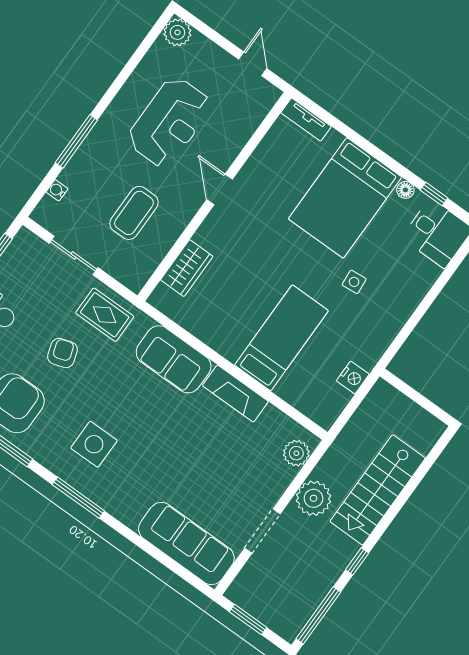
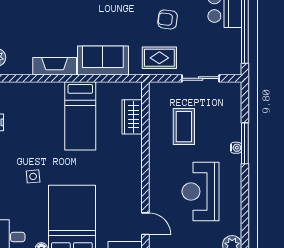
water cooler: (57, 190) -> (236, 148), moved
door: (220, 190) -> (145, 224), moved
bed: (281, 338) -> (80, 116), moved
armchair: (63, 353) -> (168, 19), turned 115

